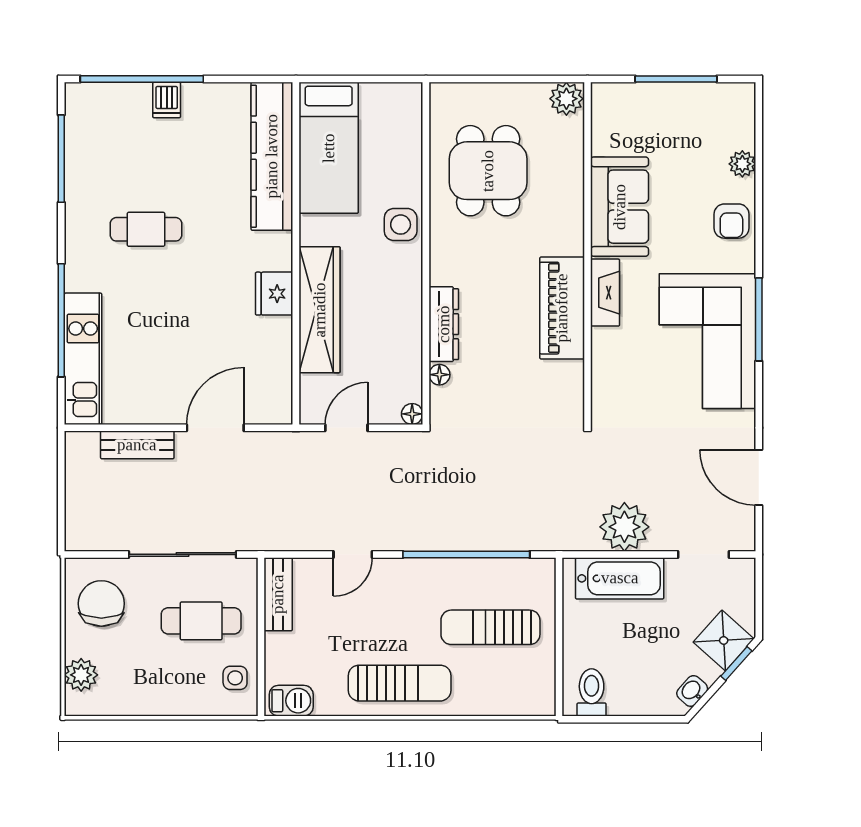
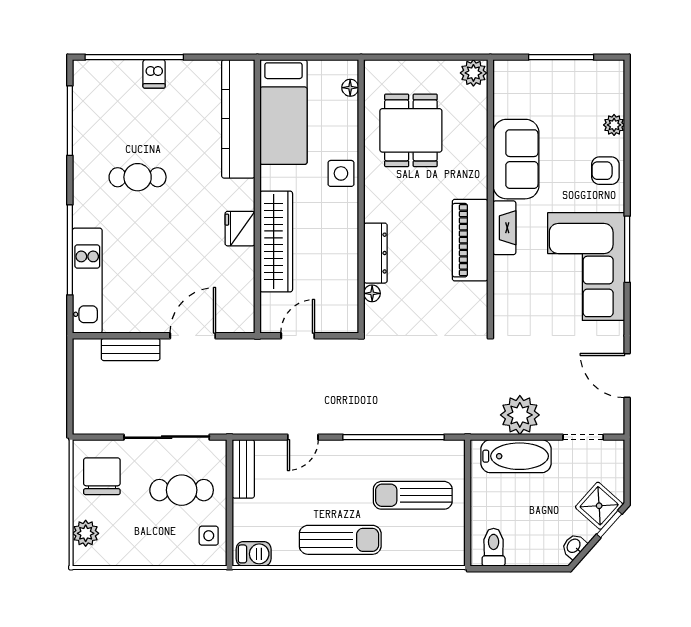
armchair: (731, 221) -> (605, 171), turned 90
floor lamp: (412, 414) -> (350, 88), moved

